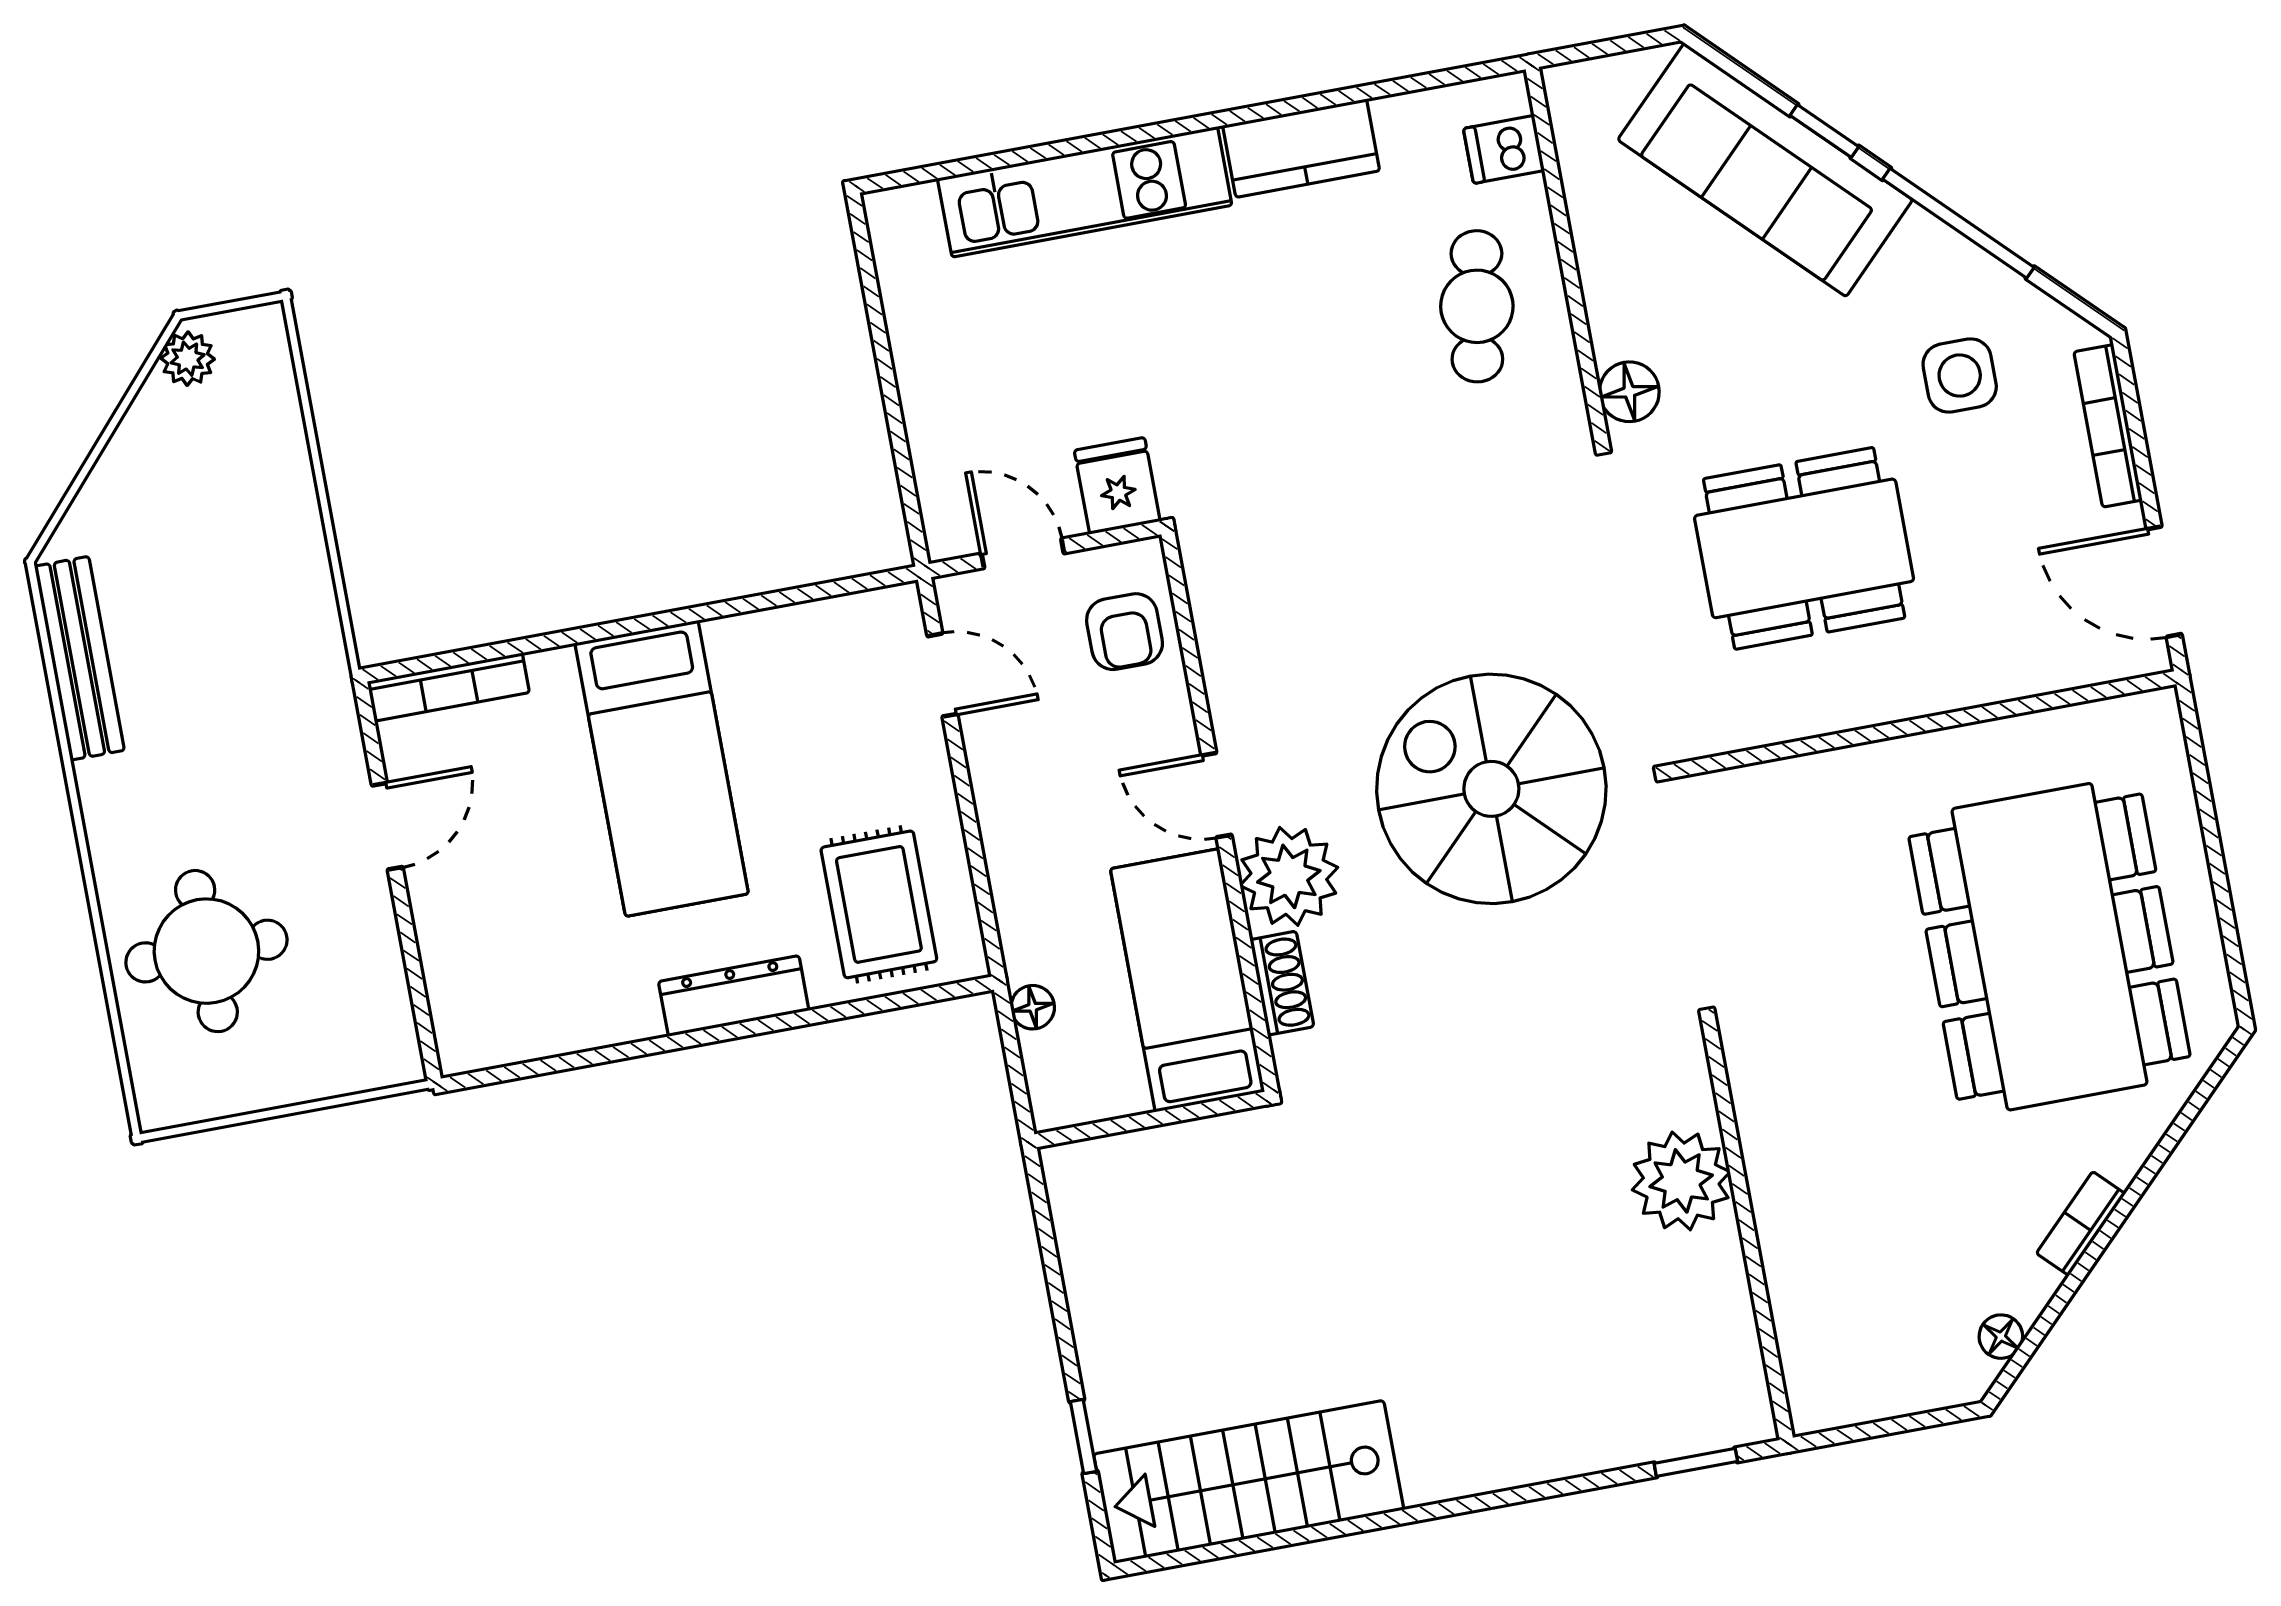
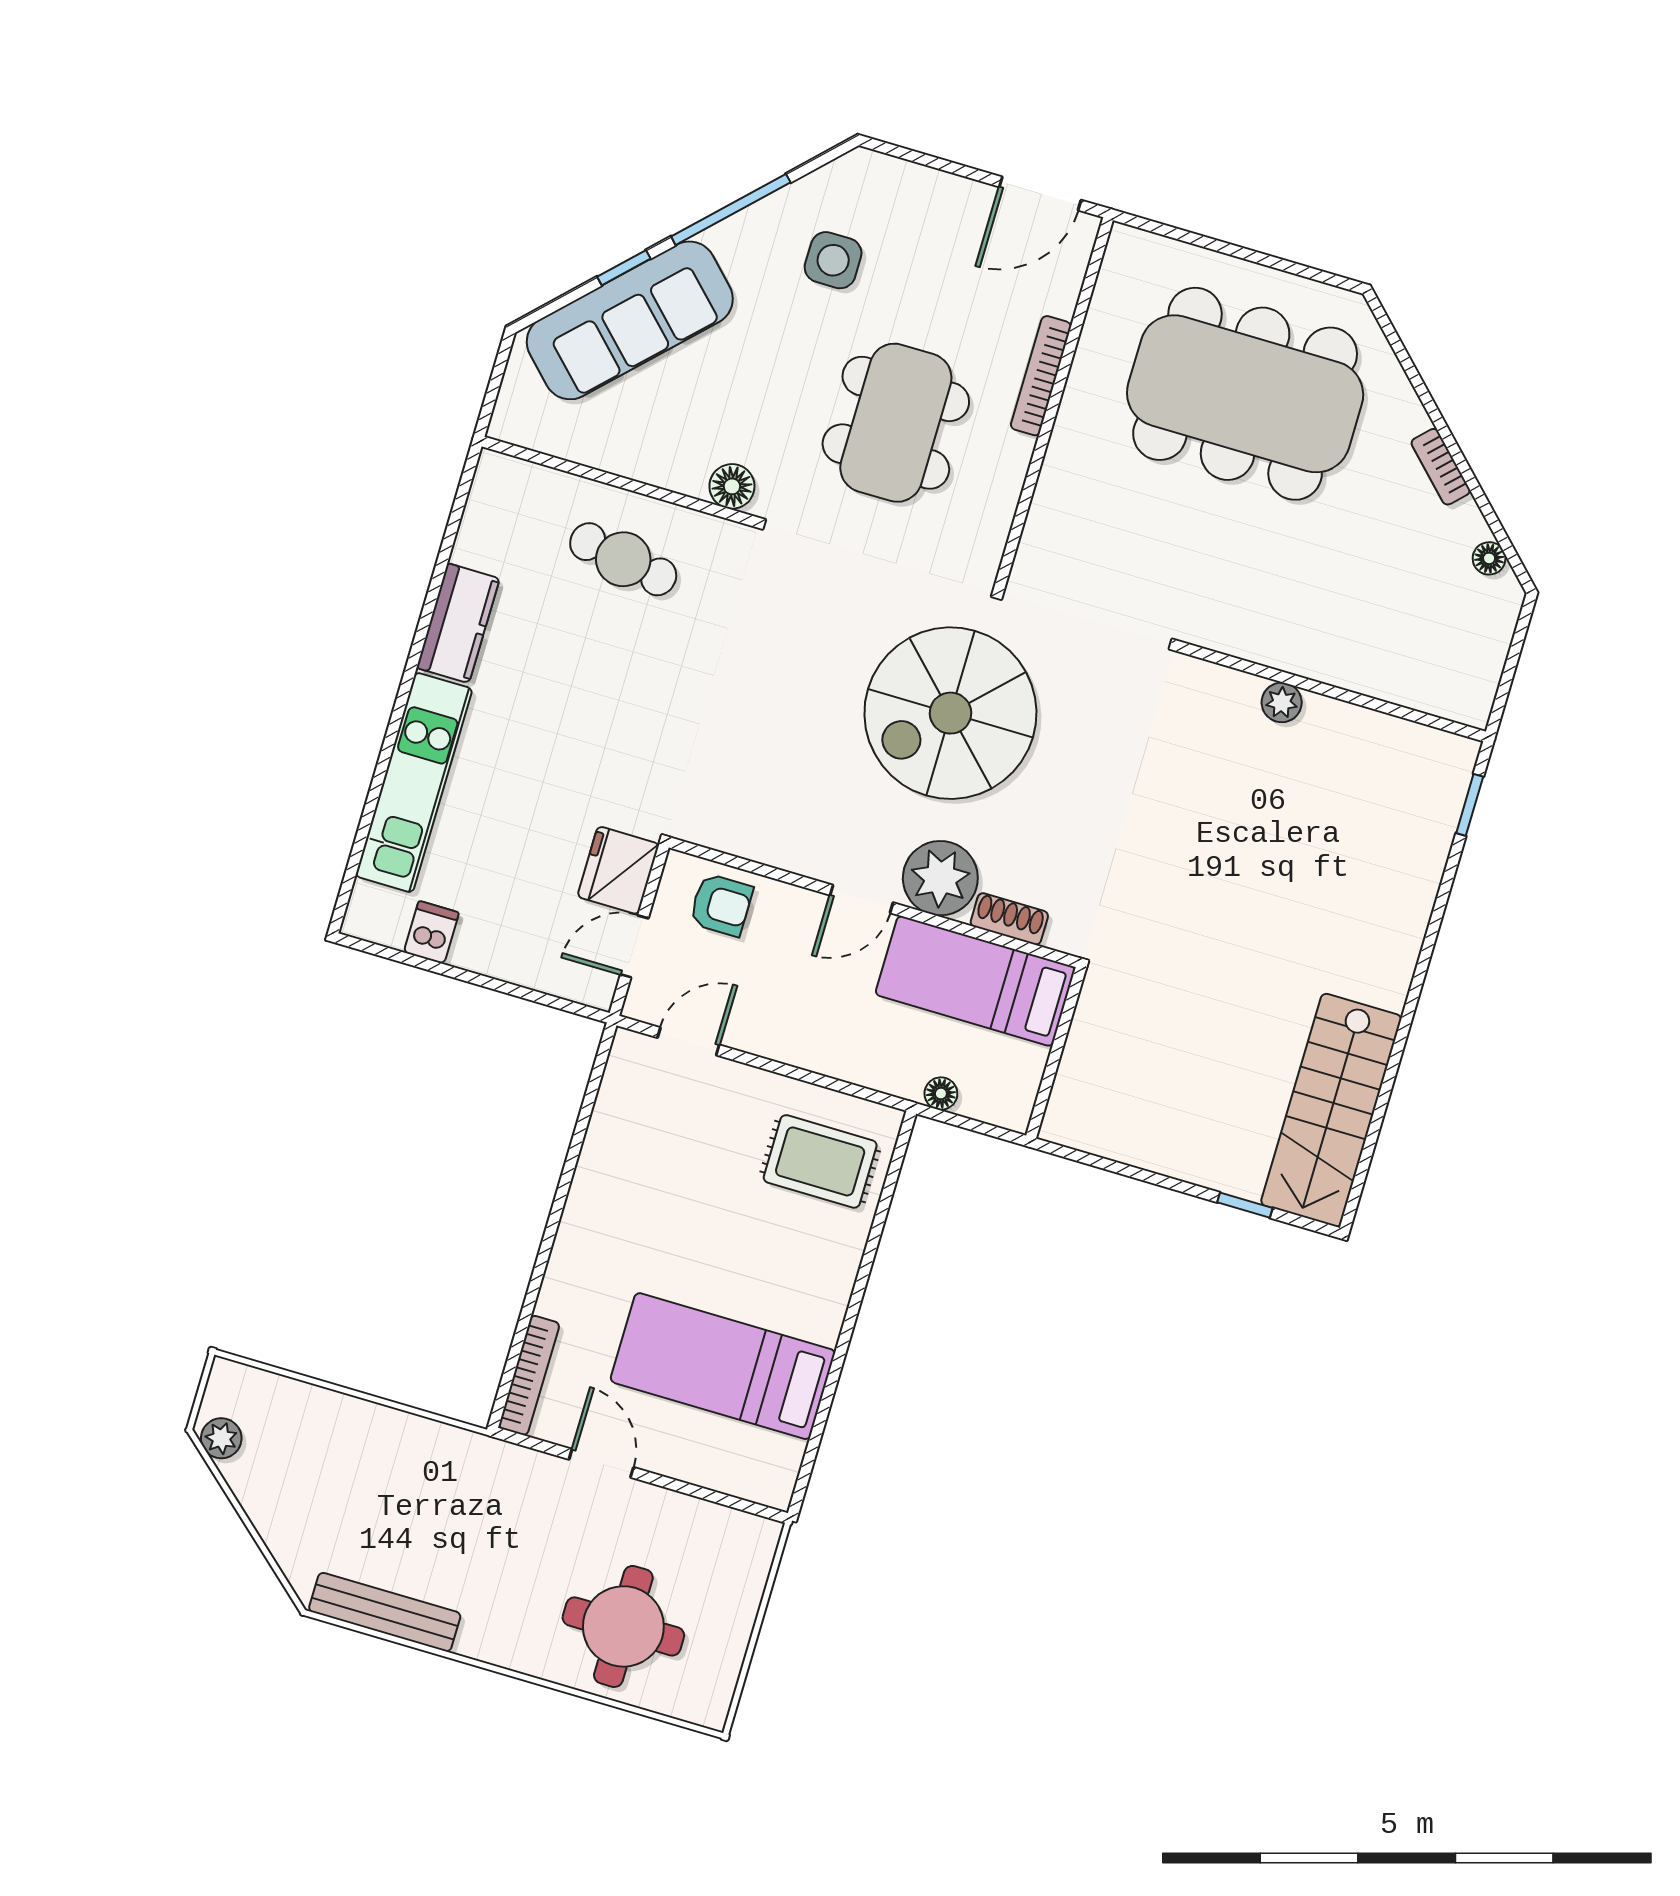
dishwasher: (1504, 149) -> (431, 932), moved, turned 180
bookcase: (2108, 426) -> (1041, 376), moved, turned 90
fridge: (1117, 486) -> (618, 870), width x1.38
bed: (662, 768) -> (723, 1366), moved, turned 180
dresser: (734, 996) -> (832, 1289), removed
plant: (1681, 1181) -> (1282, 702), width x0.53, depth x0.53

